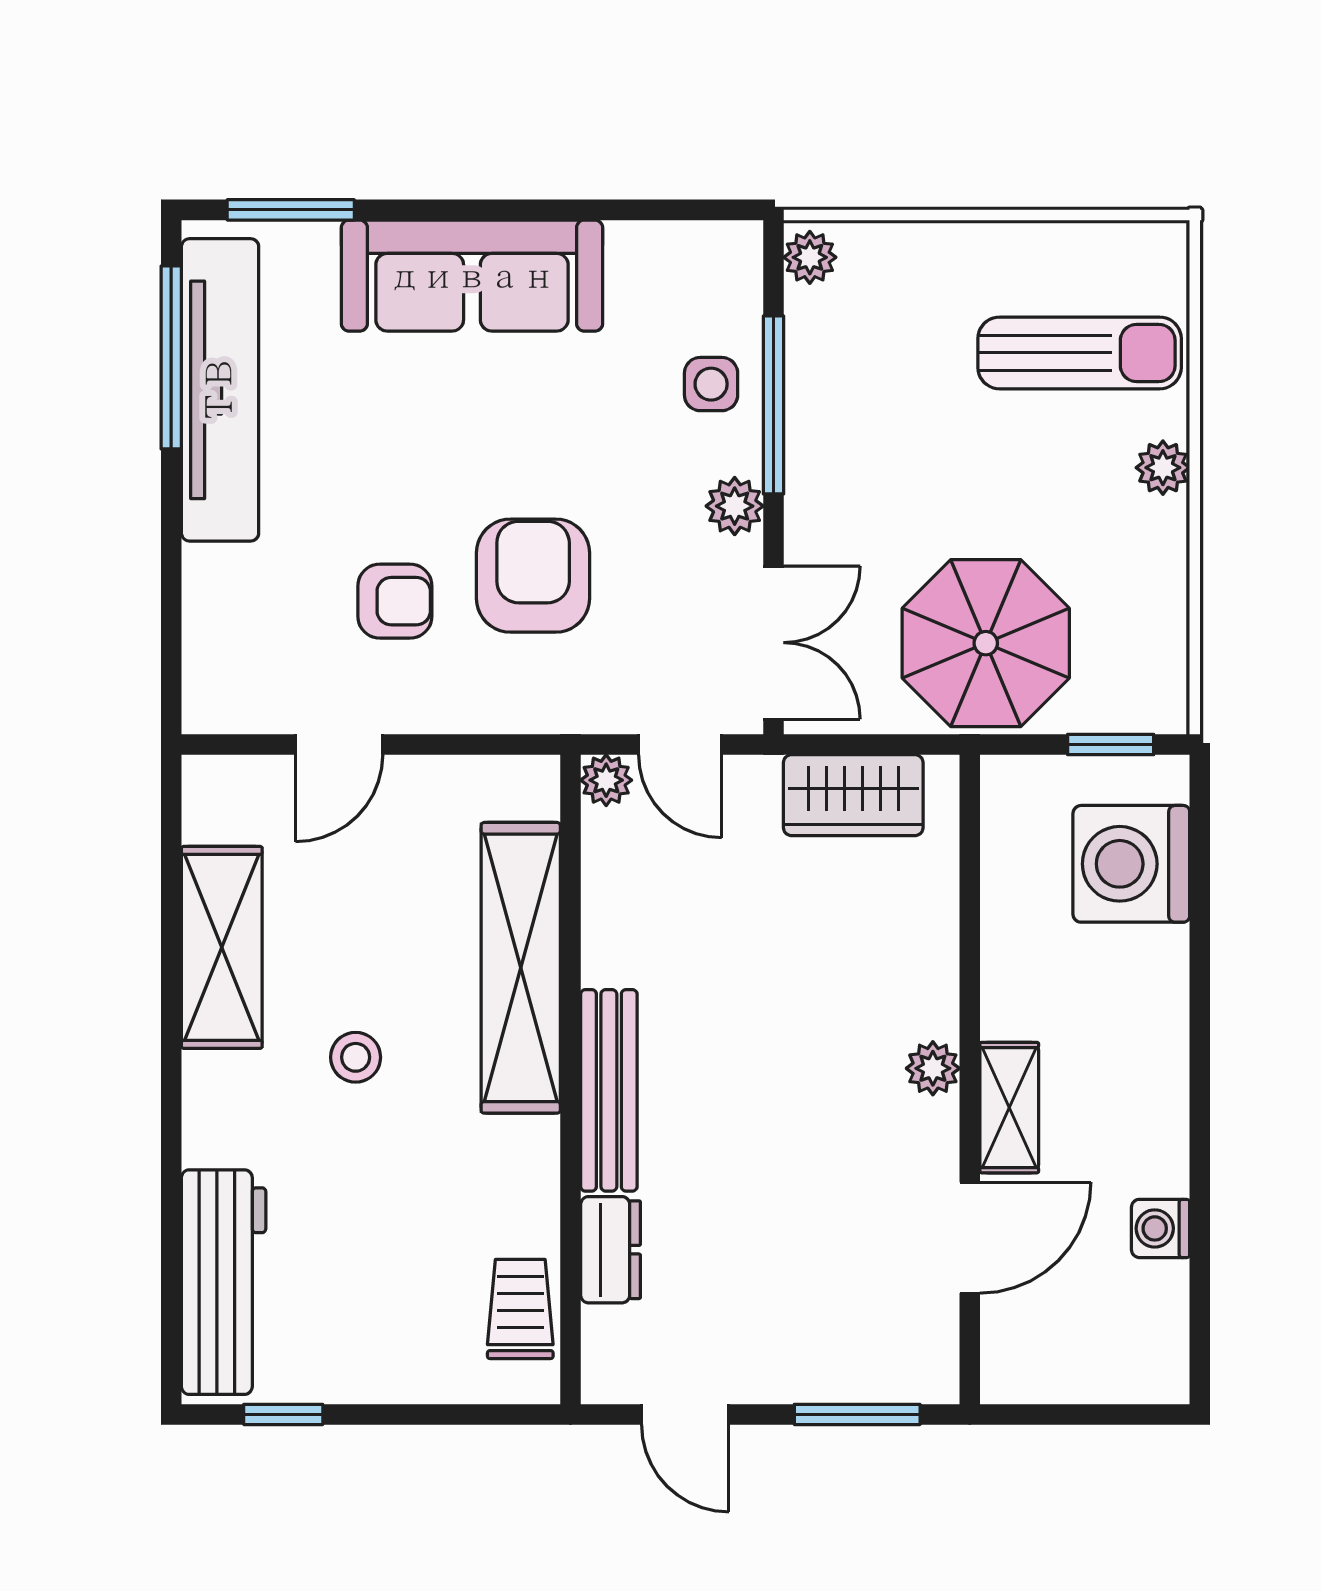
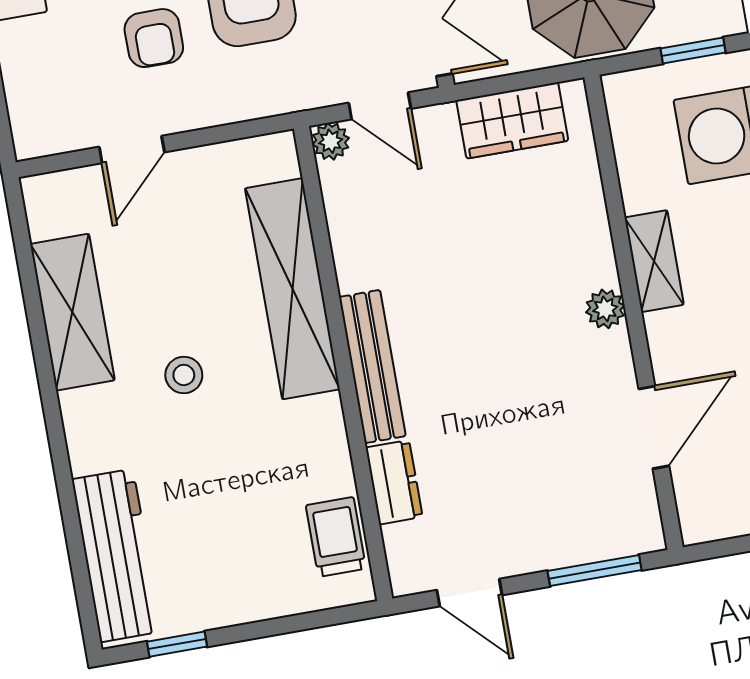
armchair: (395, 601) -> (154, 38), turned 90
shelving: (1009, 1108) -> (654, 261), moved

